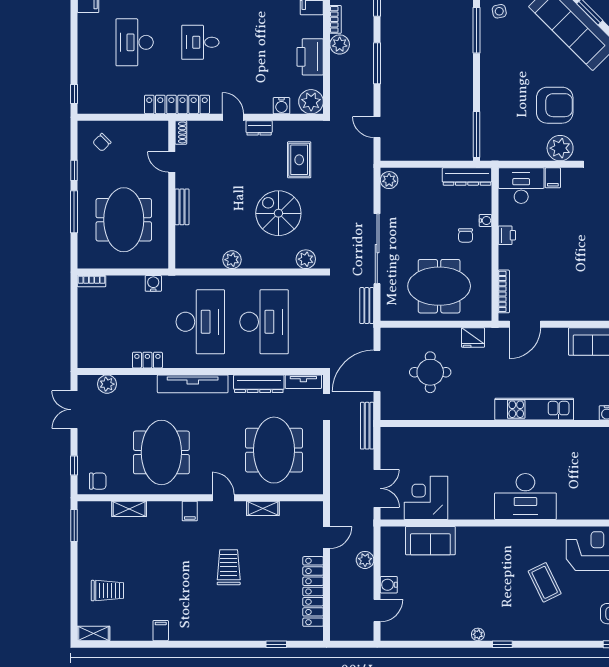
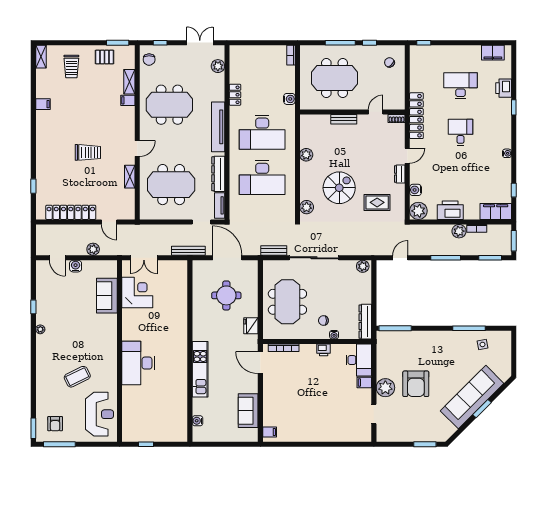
filing cabinet: (190, 511) -> (128, 100), moved
pallet: (94, 544) -> (105, 57), added
window: (502, 644) -> (33, 307), moved

